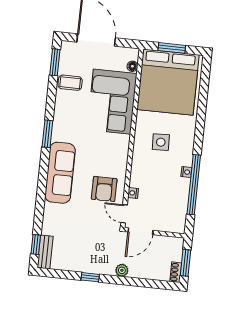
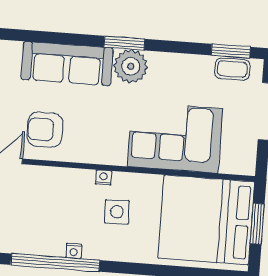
floor lamp: (132, 66) -> (228, 166), removed
coffee table: (70, 83) -> (232, 69), moved, turned 90
plant: (63, 130) -> (131, 66), added
nightstand: (133, 193) -> (104, 177), moved

